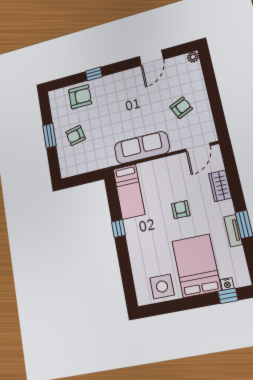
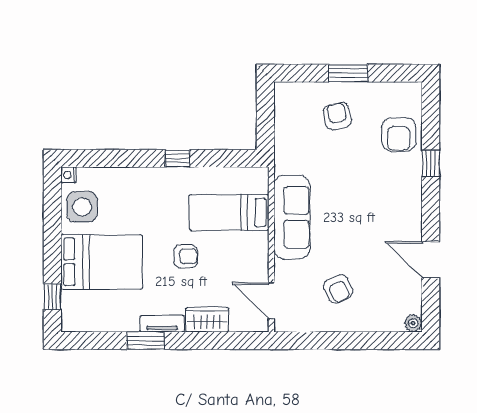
bed: (129, 192) -> (229, 212), moved
tv unit: (233, 231) -> (162, 324), moved
nightstand: (227, 284) -> (69, 175), moved

